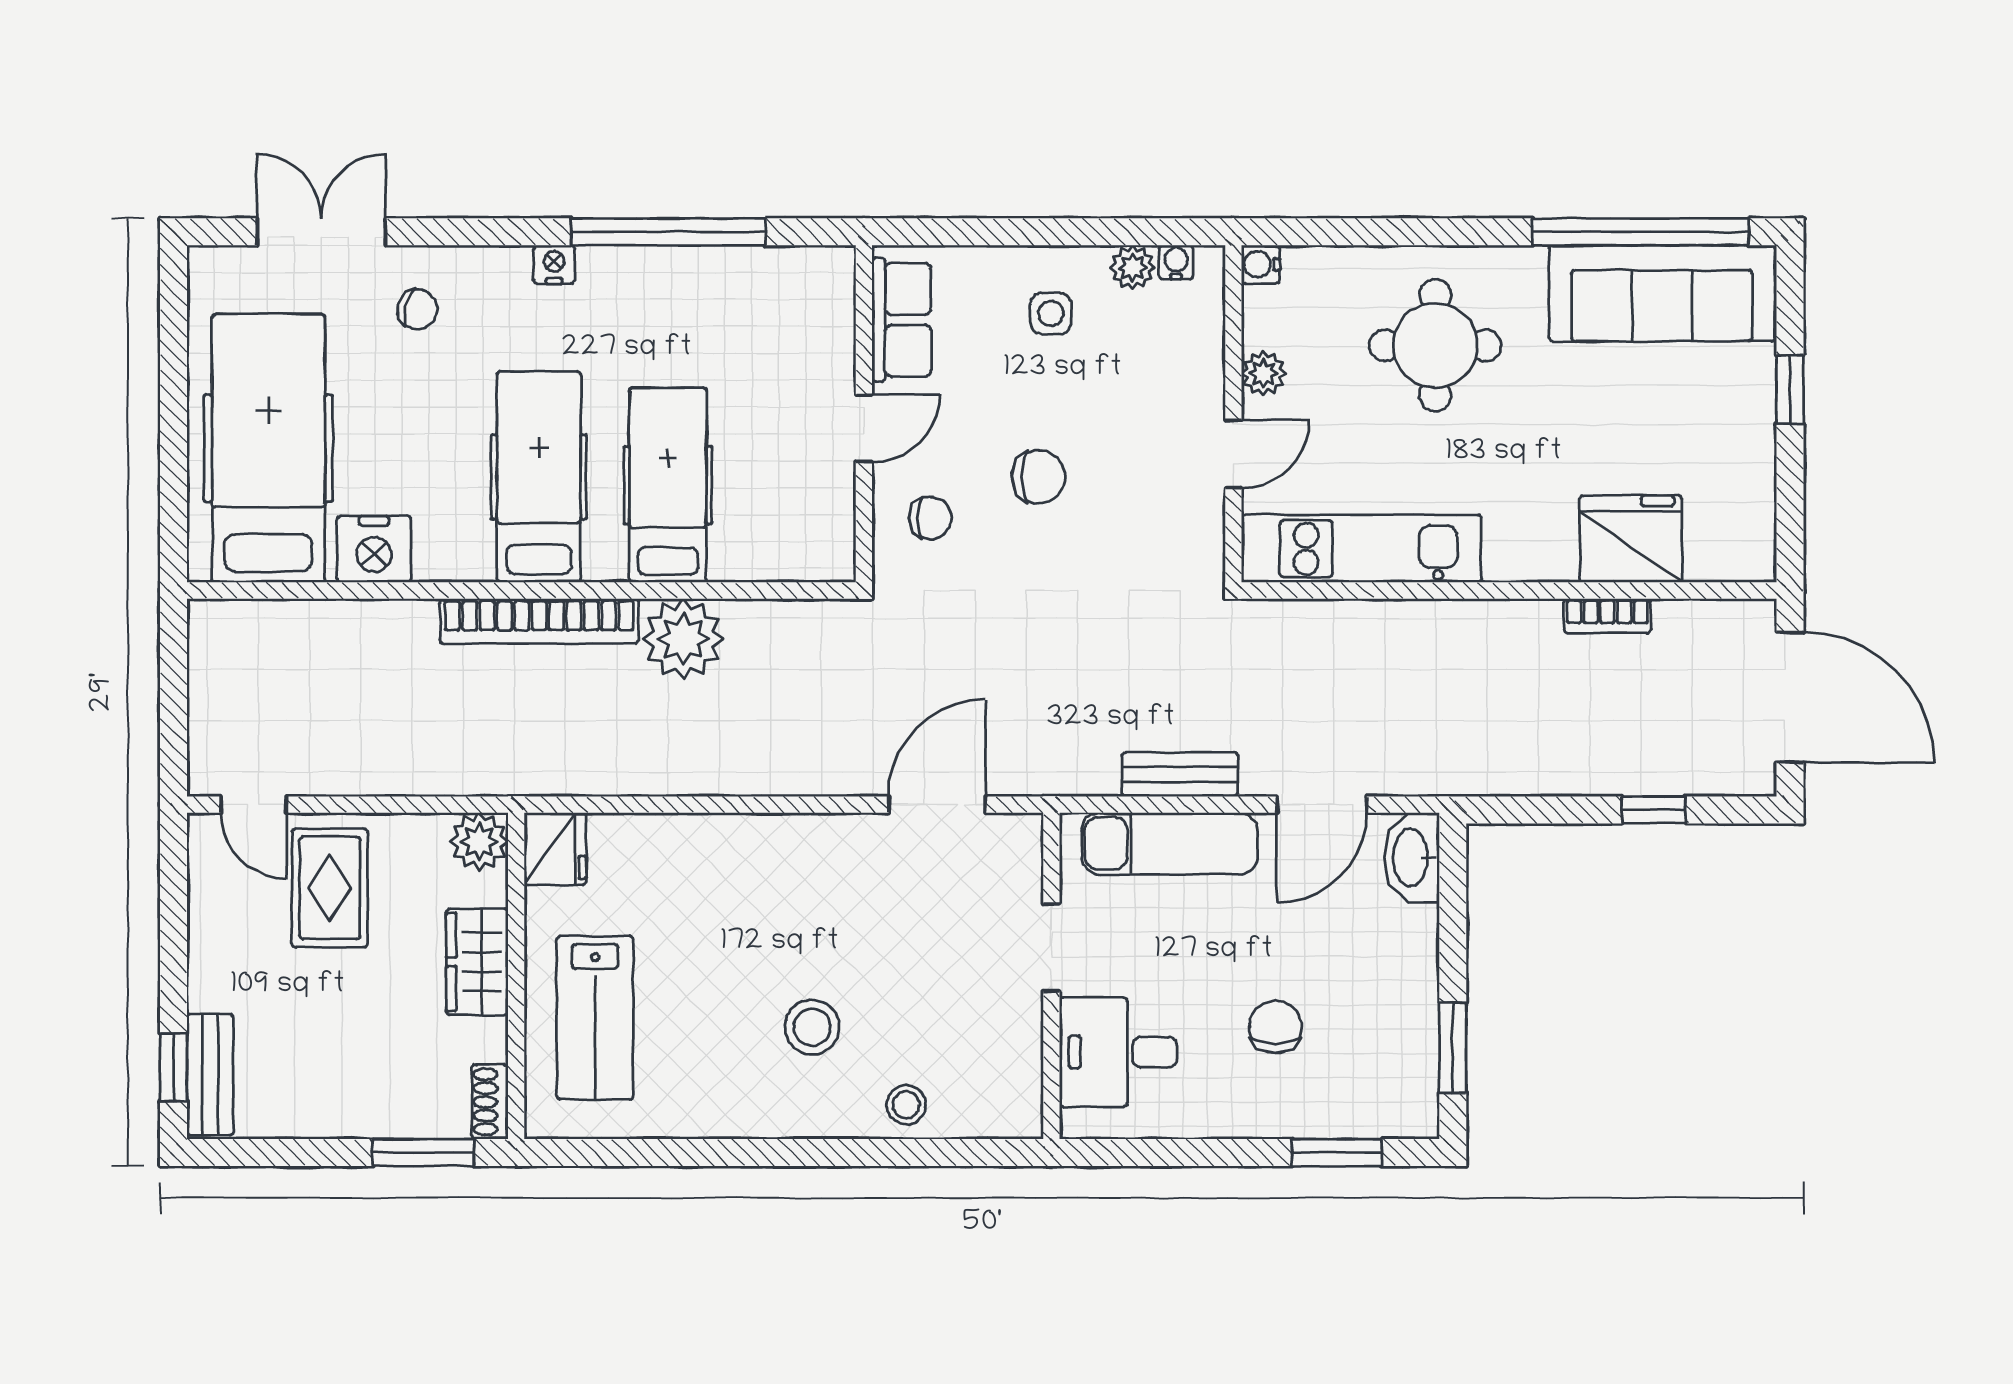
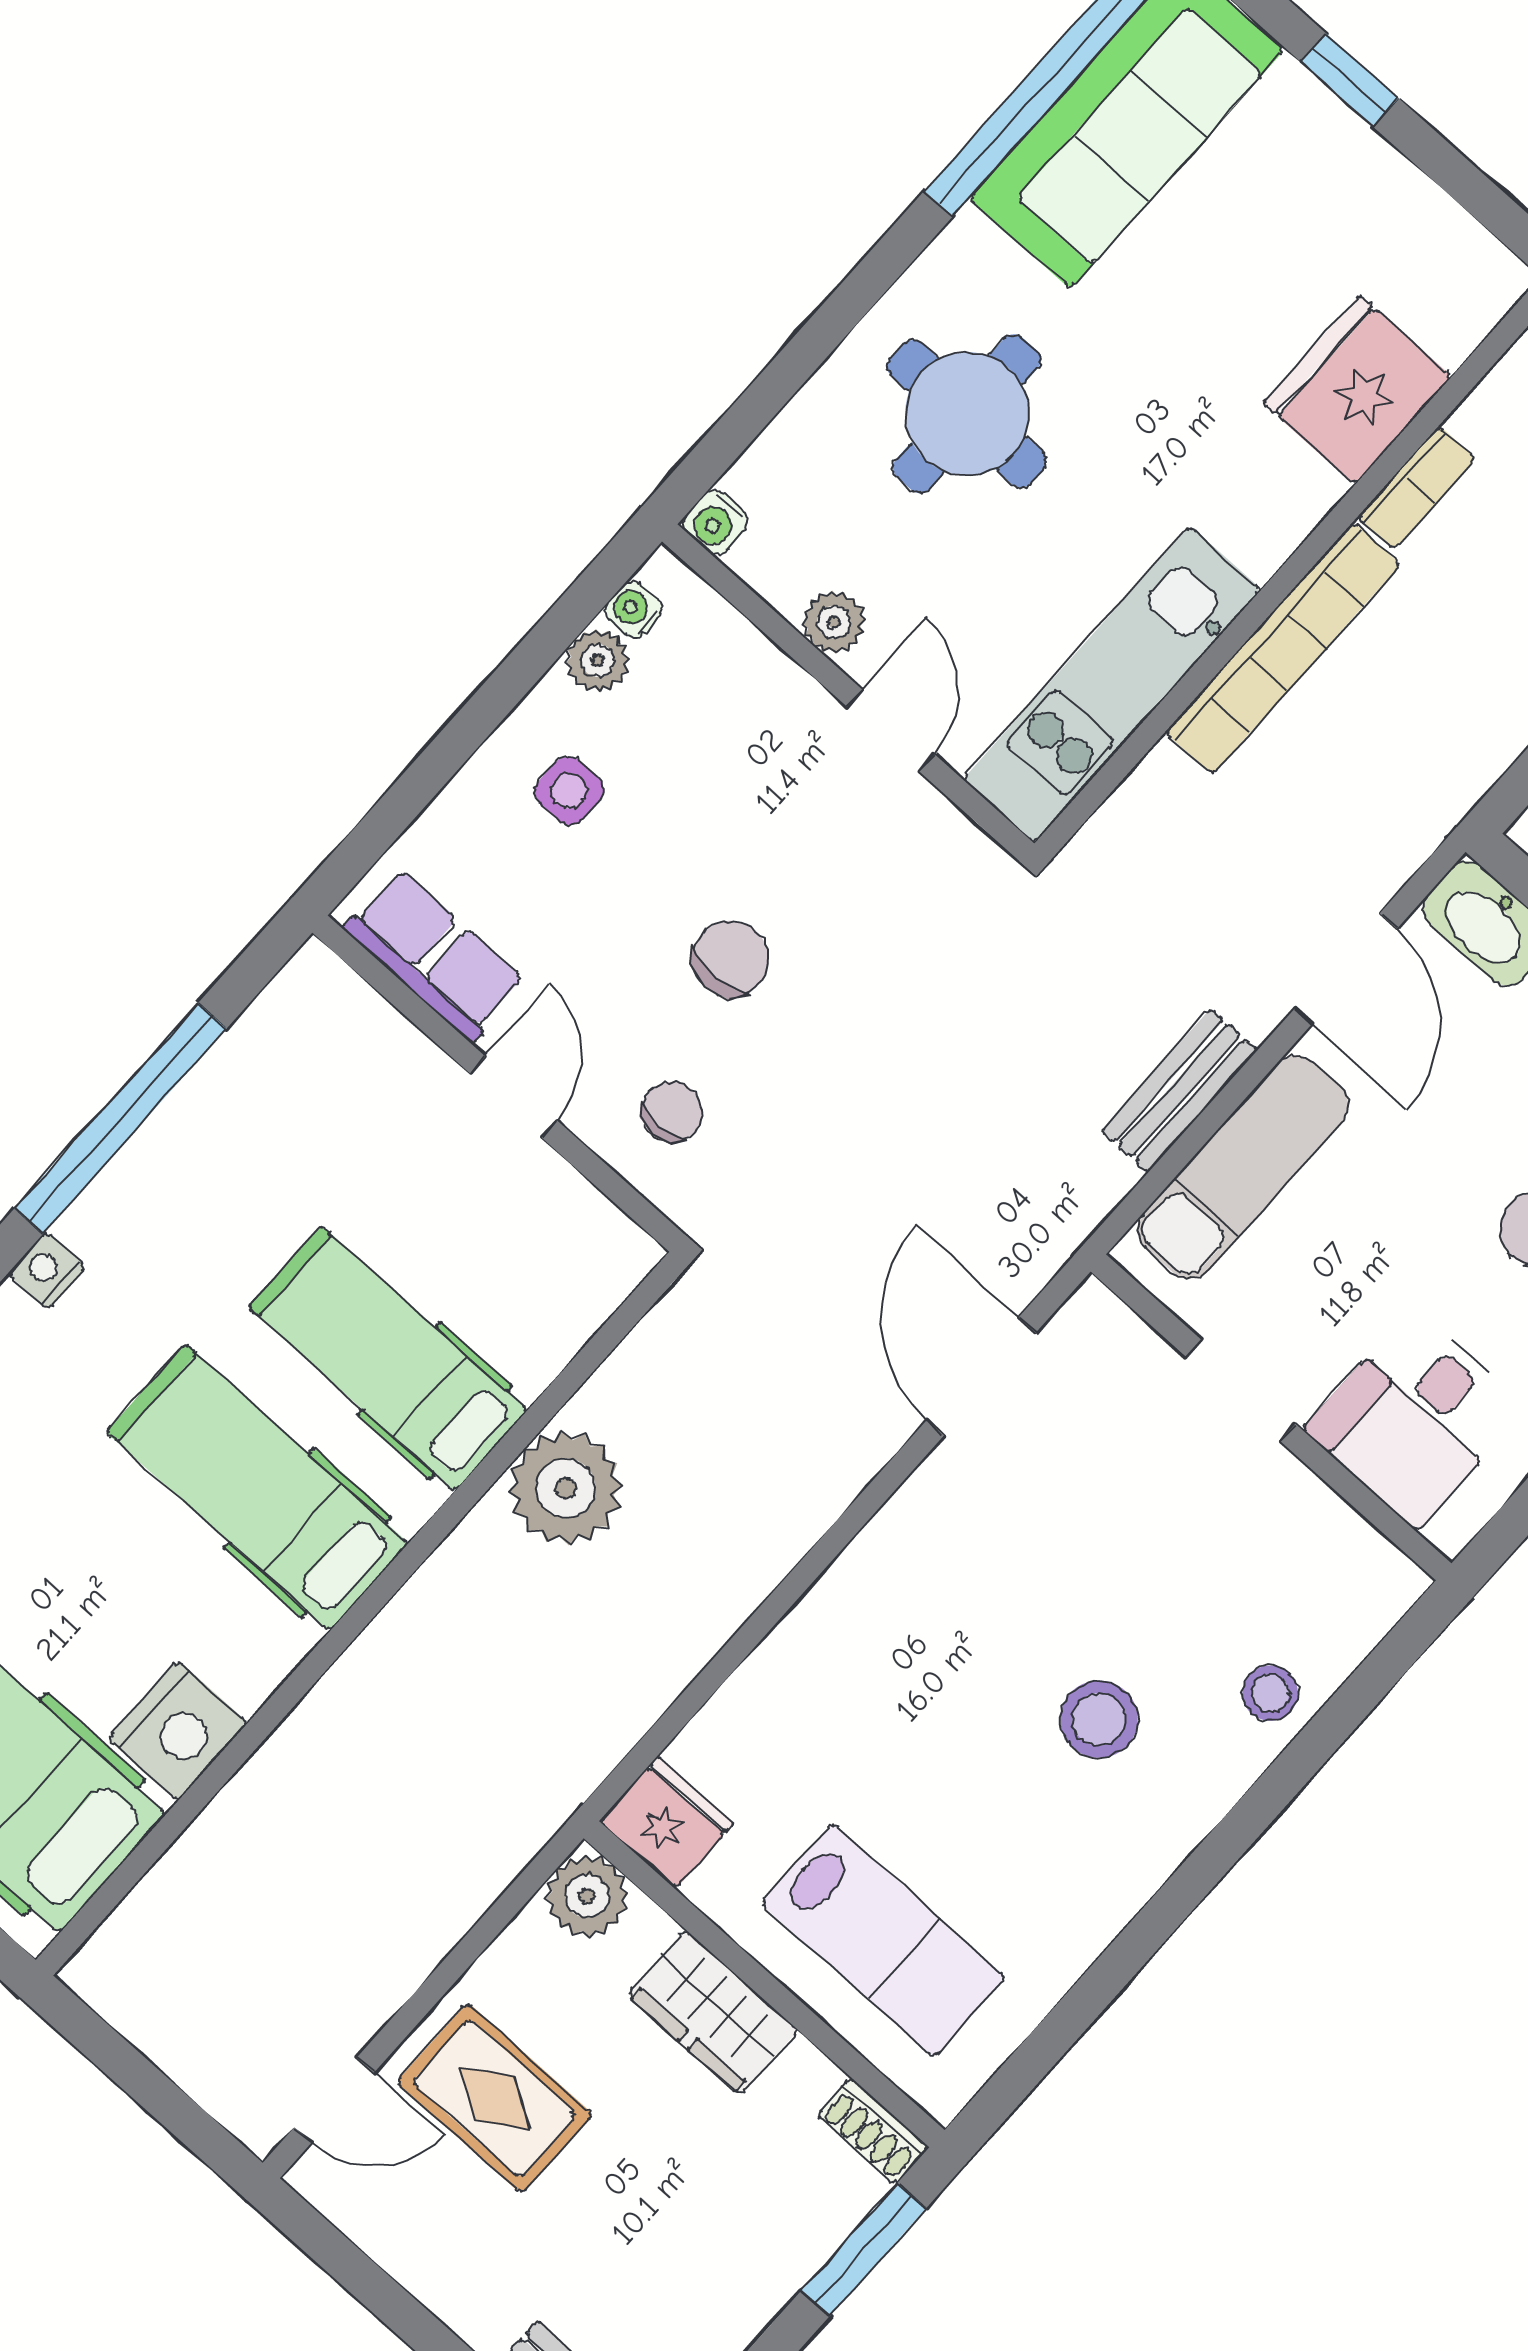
bookcase: (539, 621) -> (1283, 648), moved

